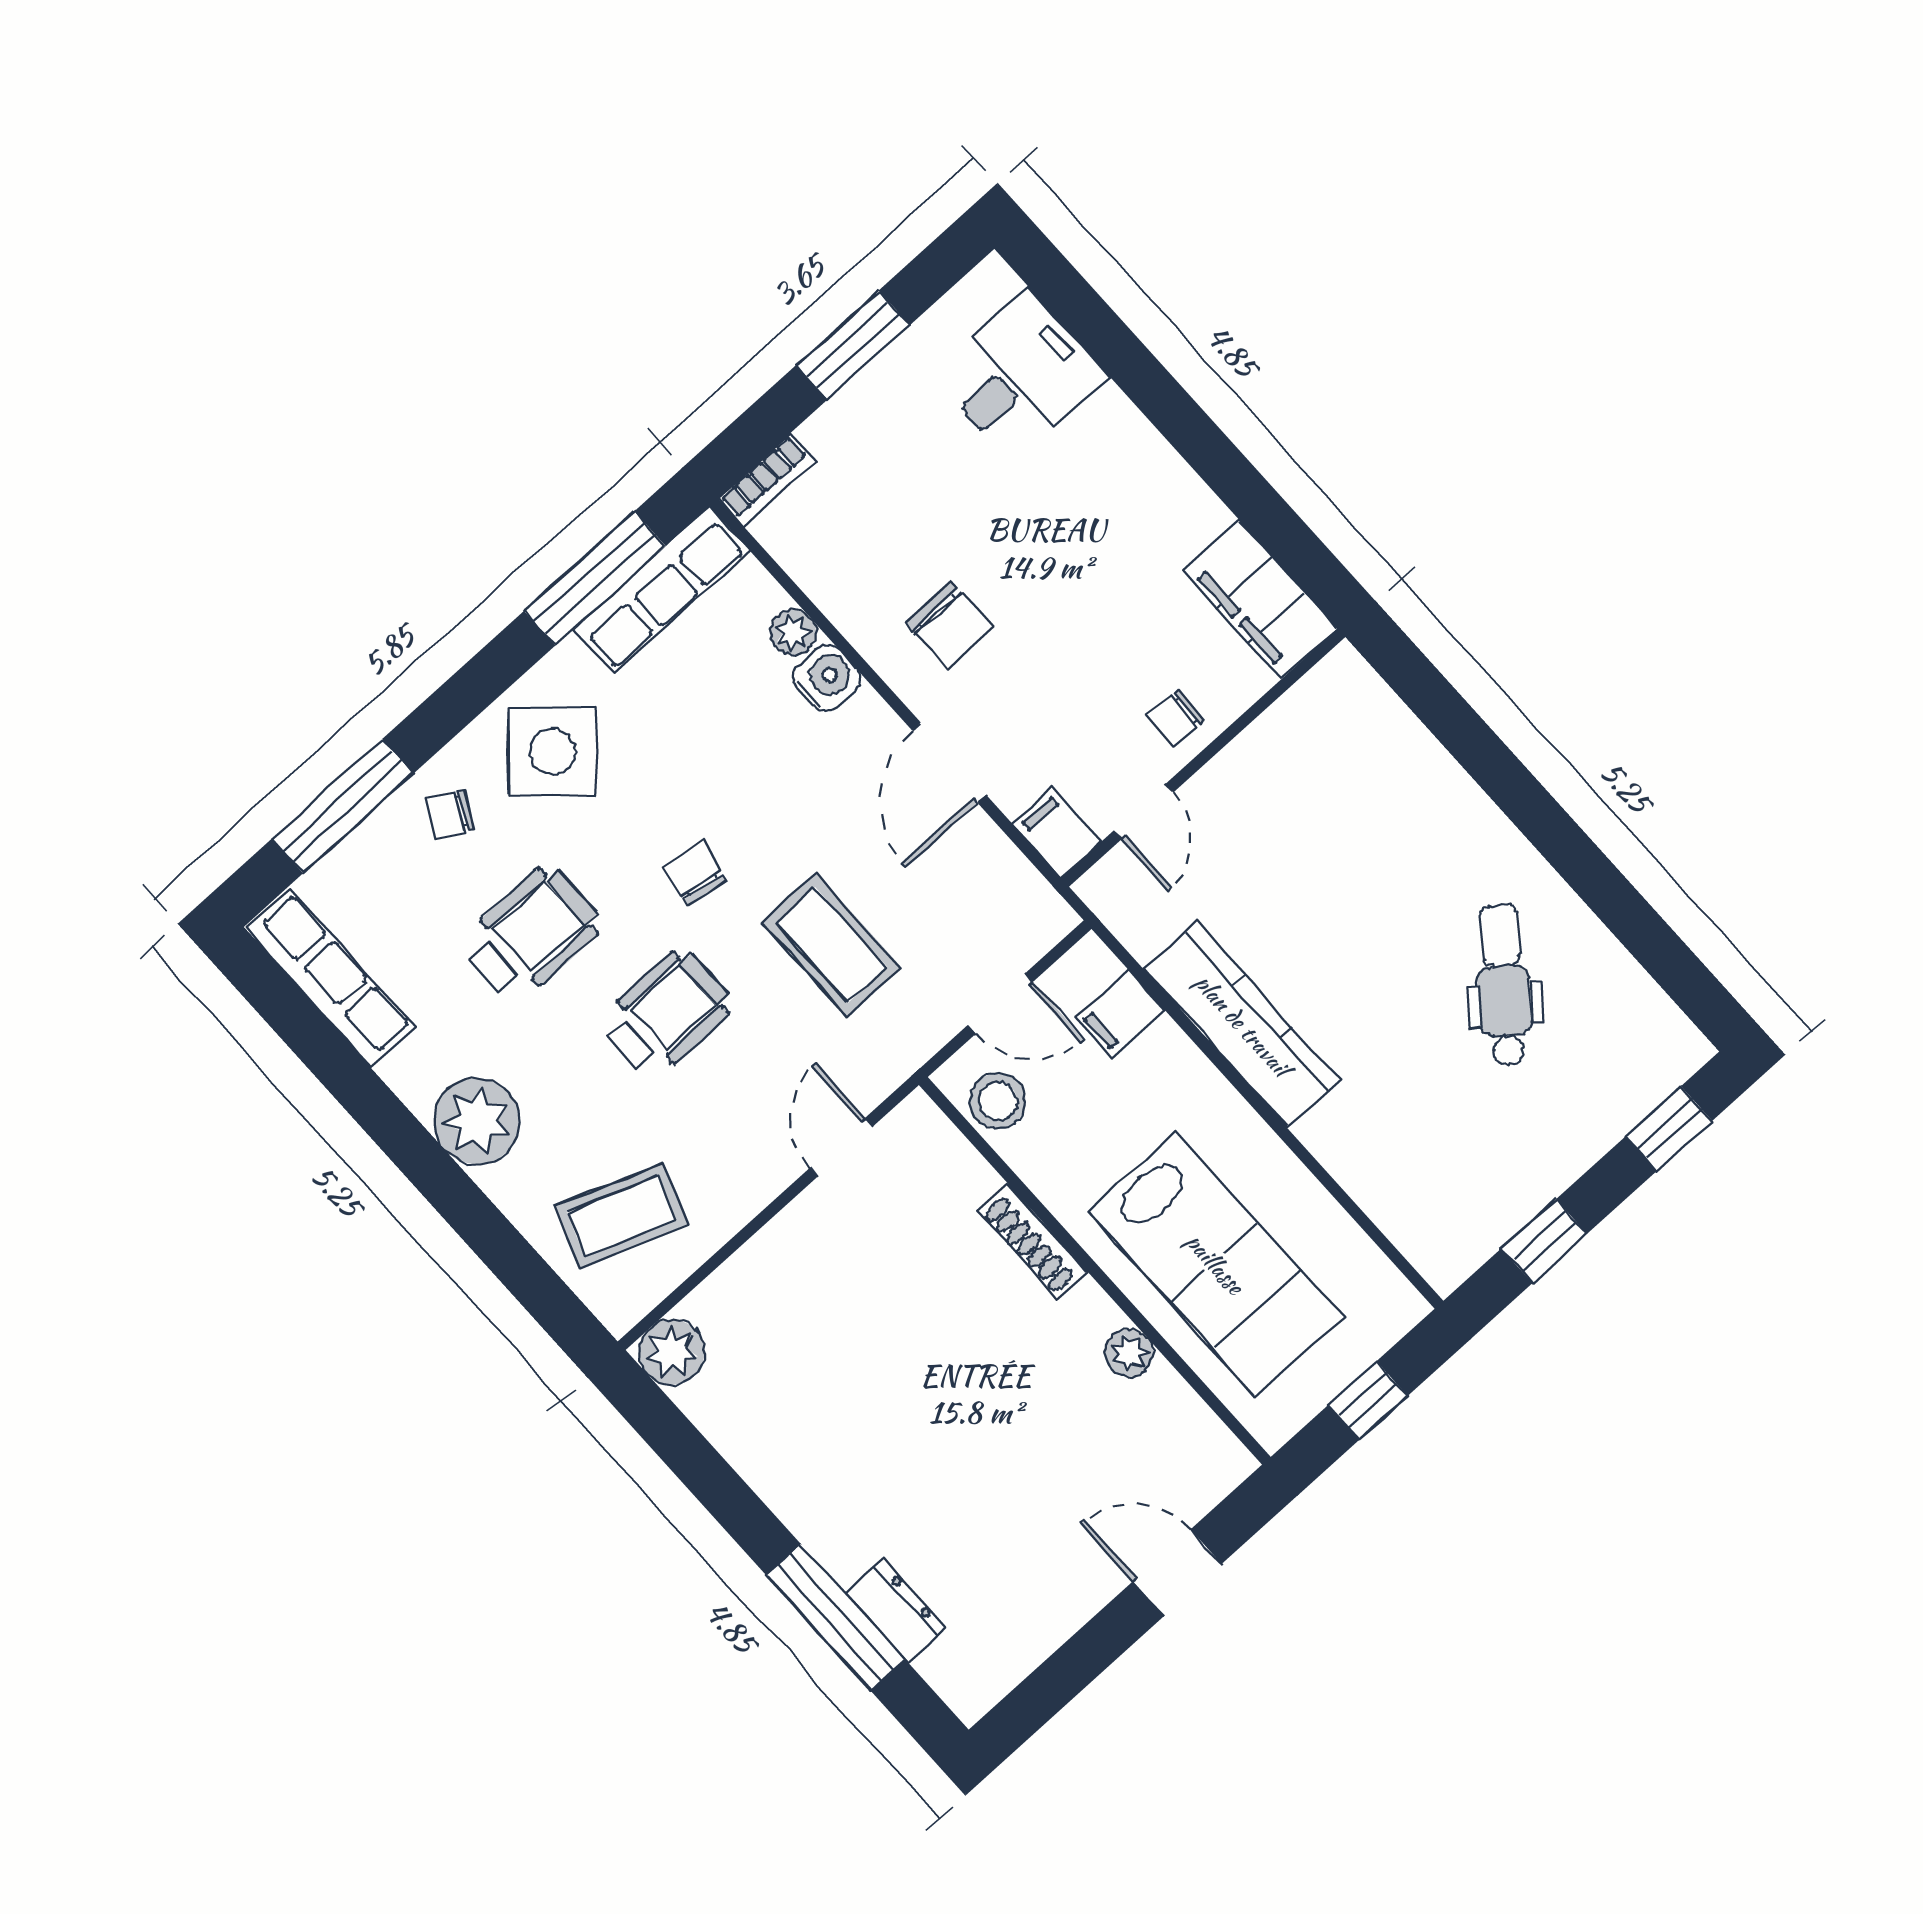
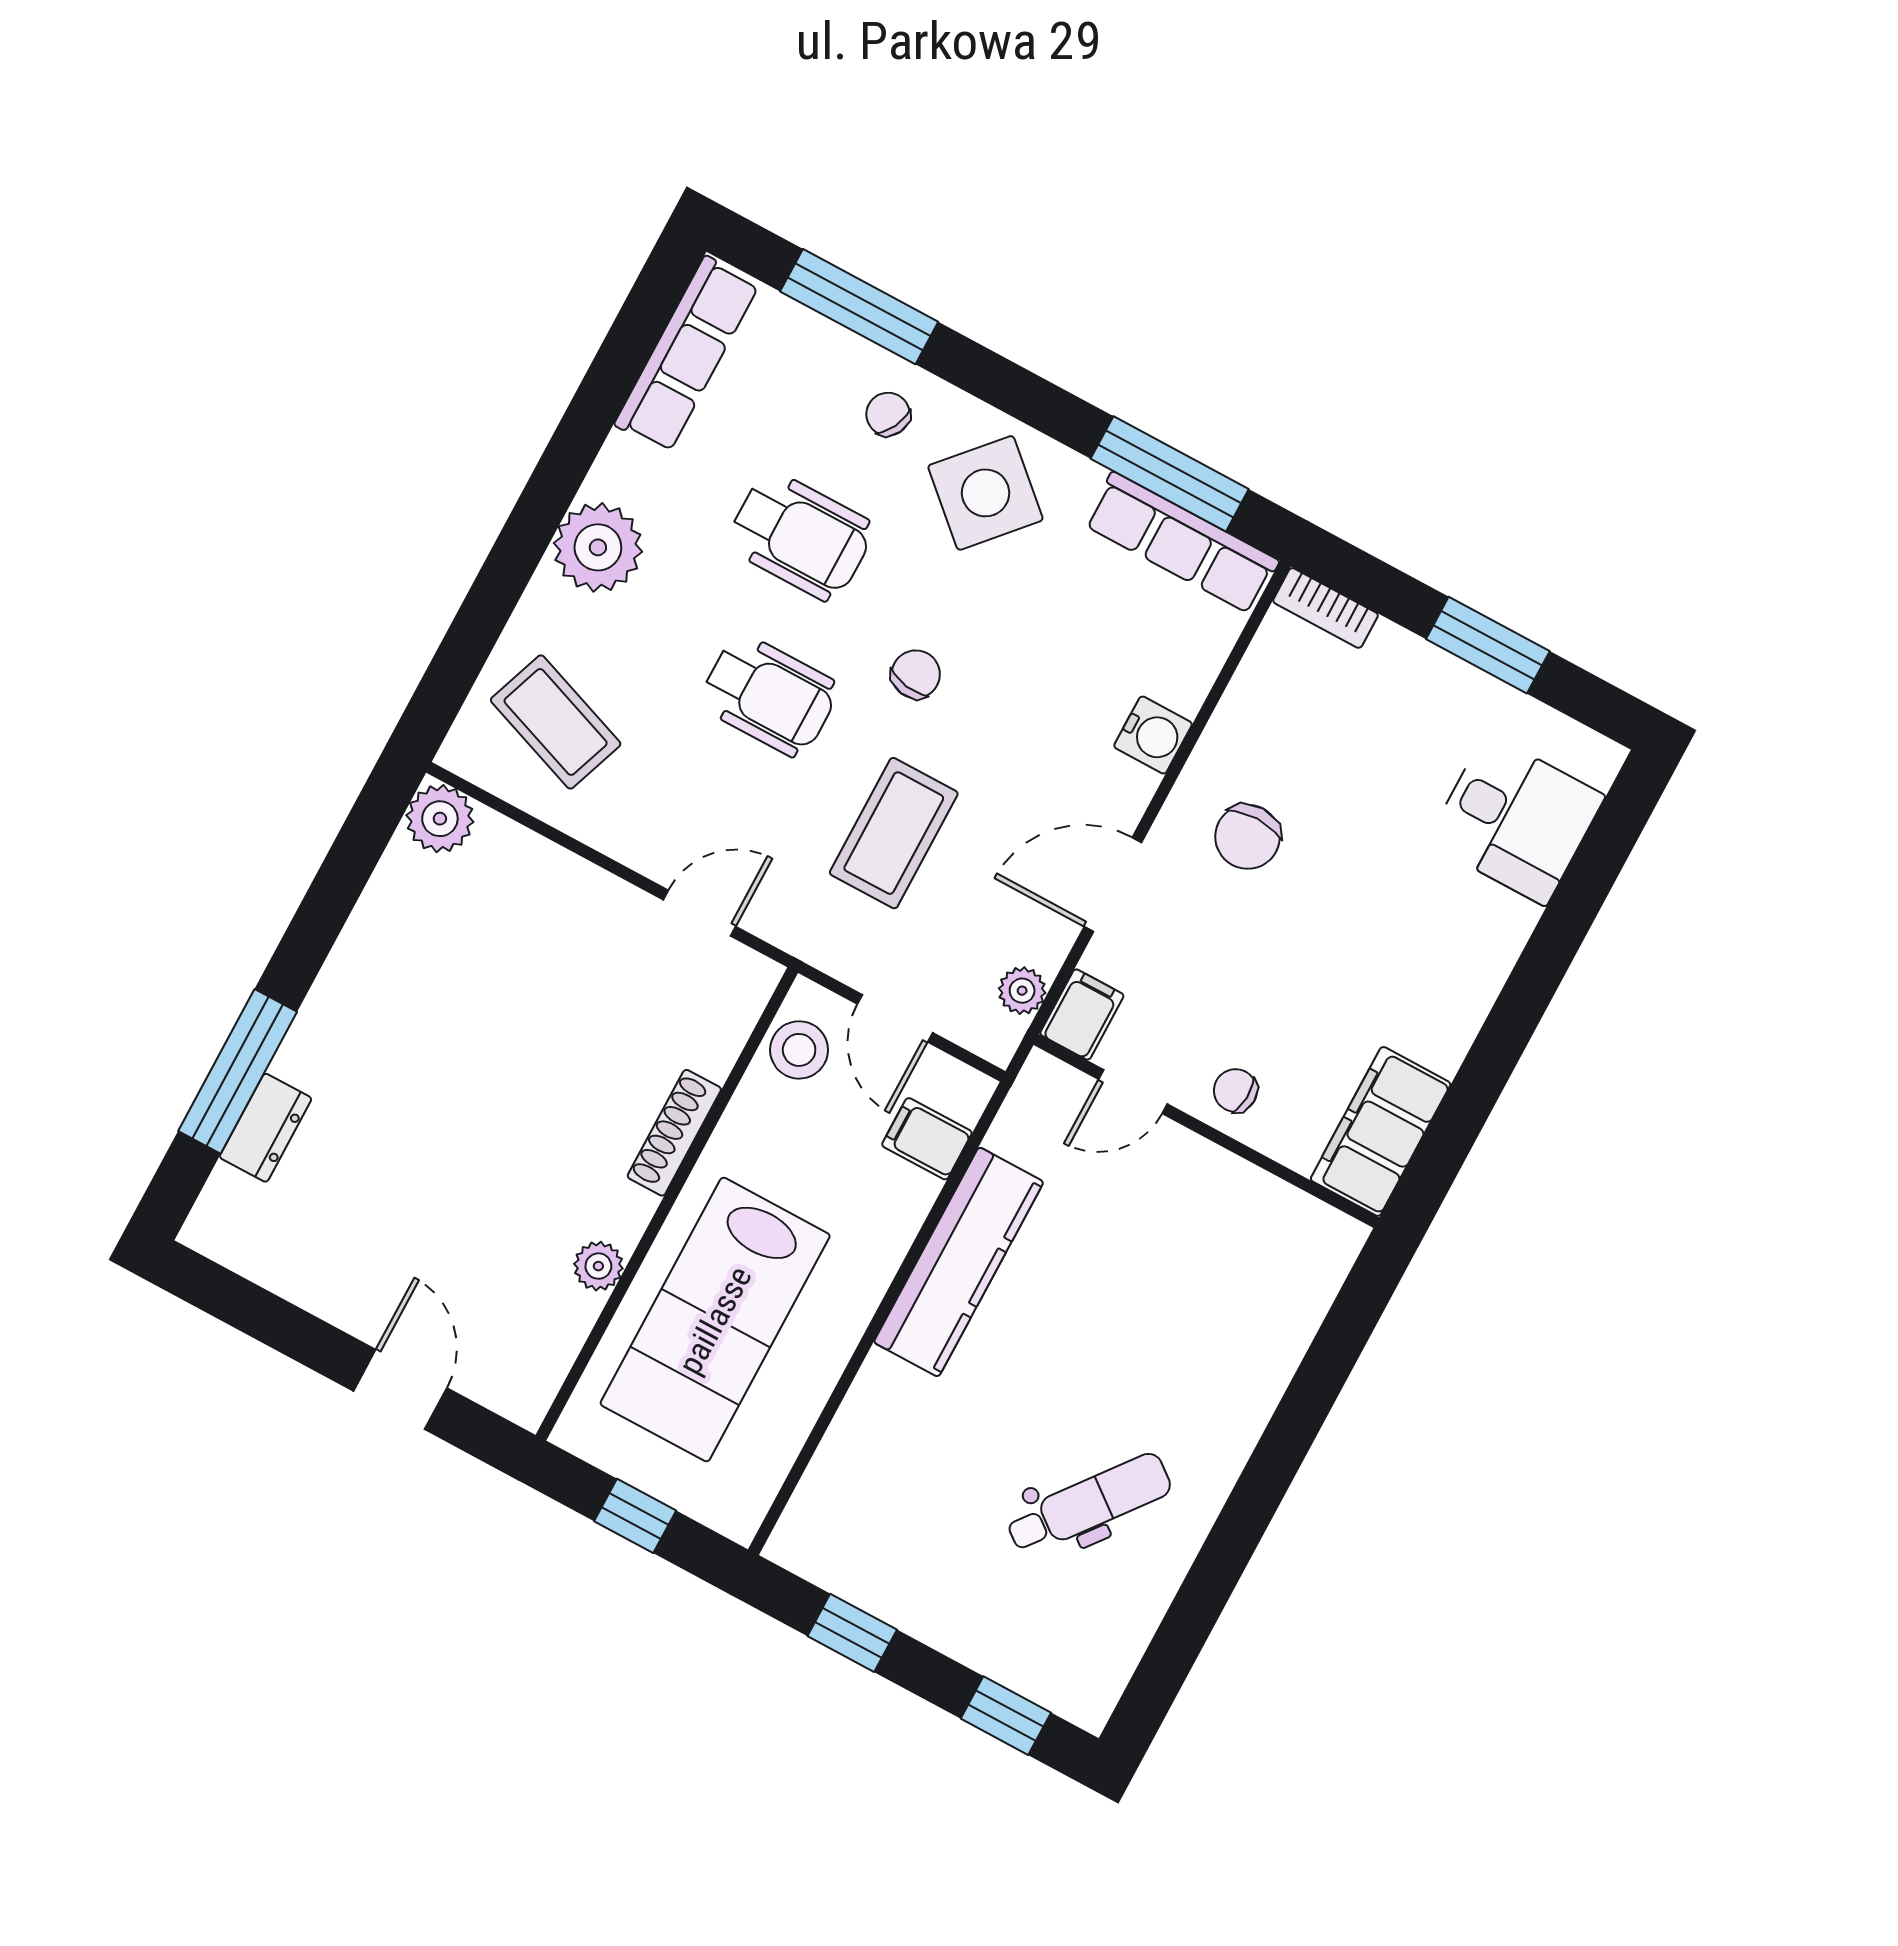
plant: (793, 633) -> (1022, 991), moved

